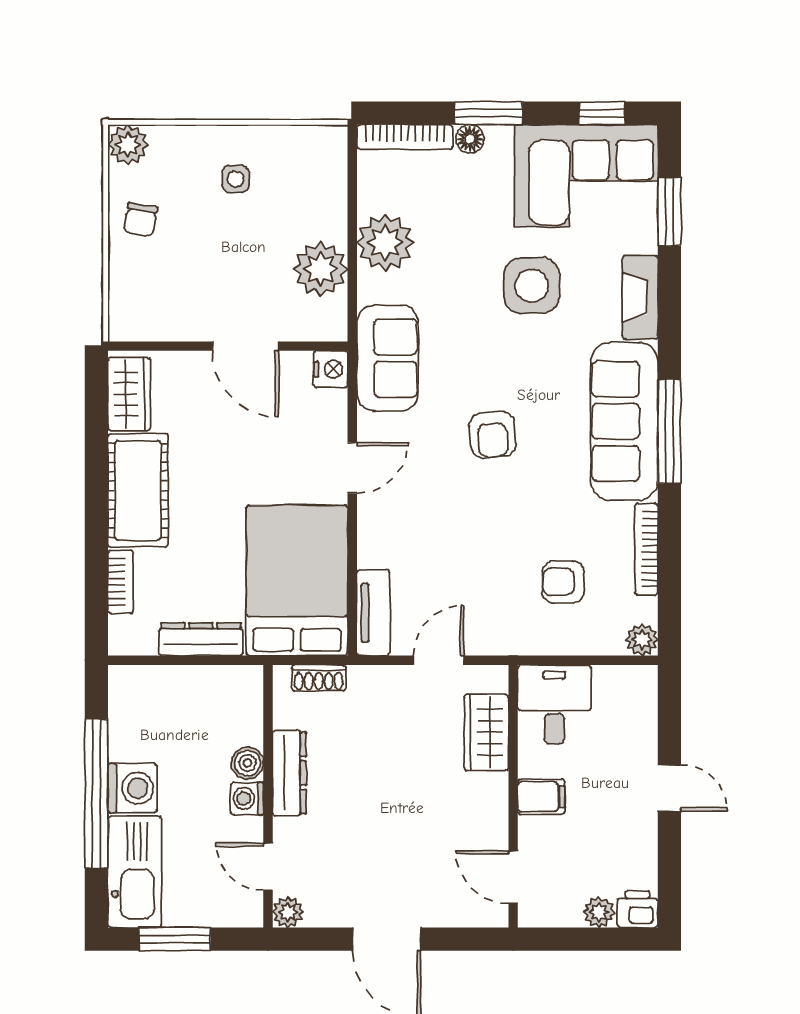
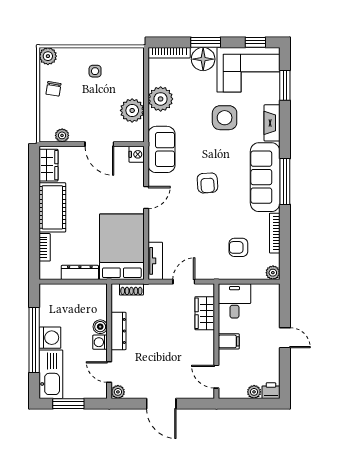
floor lamp: (470, 139) -> (203, 59), width x1.89, depth x1.89
plant: (160, 326) -> (62, 135), added

